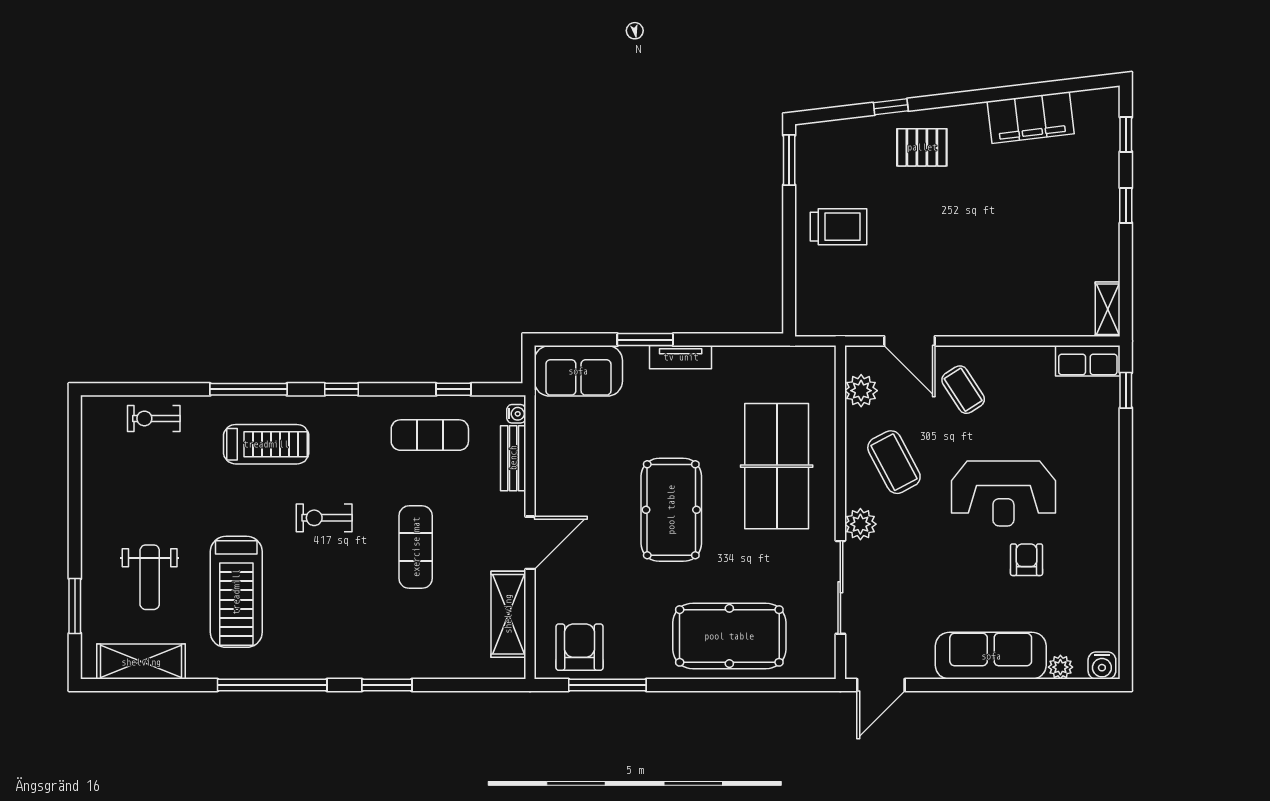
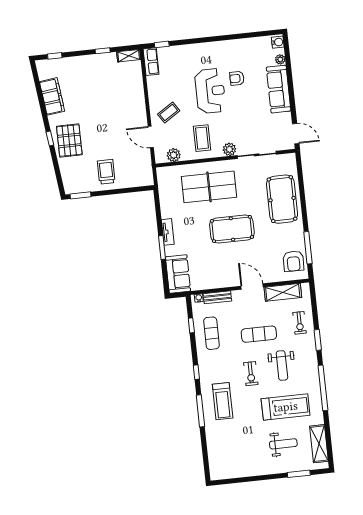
window: (891, 107) -> (50, 138), moved
pallet: (922, 147) -> (69, 140), width x1.50, depth x1.42
window: (1126, 205) -> (103, 51), moved
door: (910, 341) -> (151, 137), swing flipped
exercise bike: (154, 418) -> (300, 323), moved
treadmill: (266, 444) -> (223, 401), turned 180
coffee table: (894, 462) -> (202, 138), turned -62
weight bench: (335, 594) -> (282, 366), added
armchair: (580, 647) -> (293, 261), turned -89

